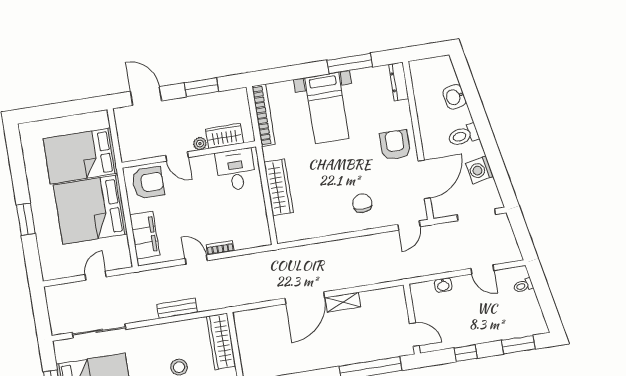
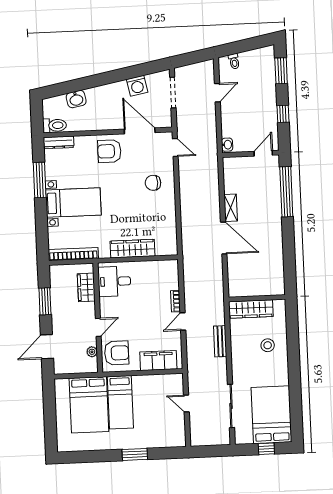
toilet: (463, 135) -> (55, 125), moved, turned -79
plant: (200, 144) -> (92, 352), moved
armchair: (148, 183) -> (117, 353), turned 90
bed: (90, 210) -> (120, 402), width x0.49
washbasin: (443, 285) -> (227, 145), moved

